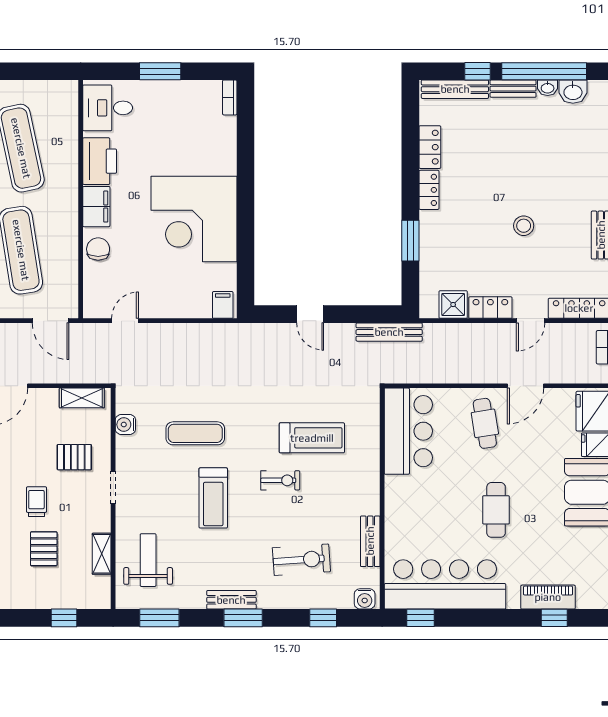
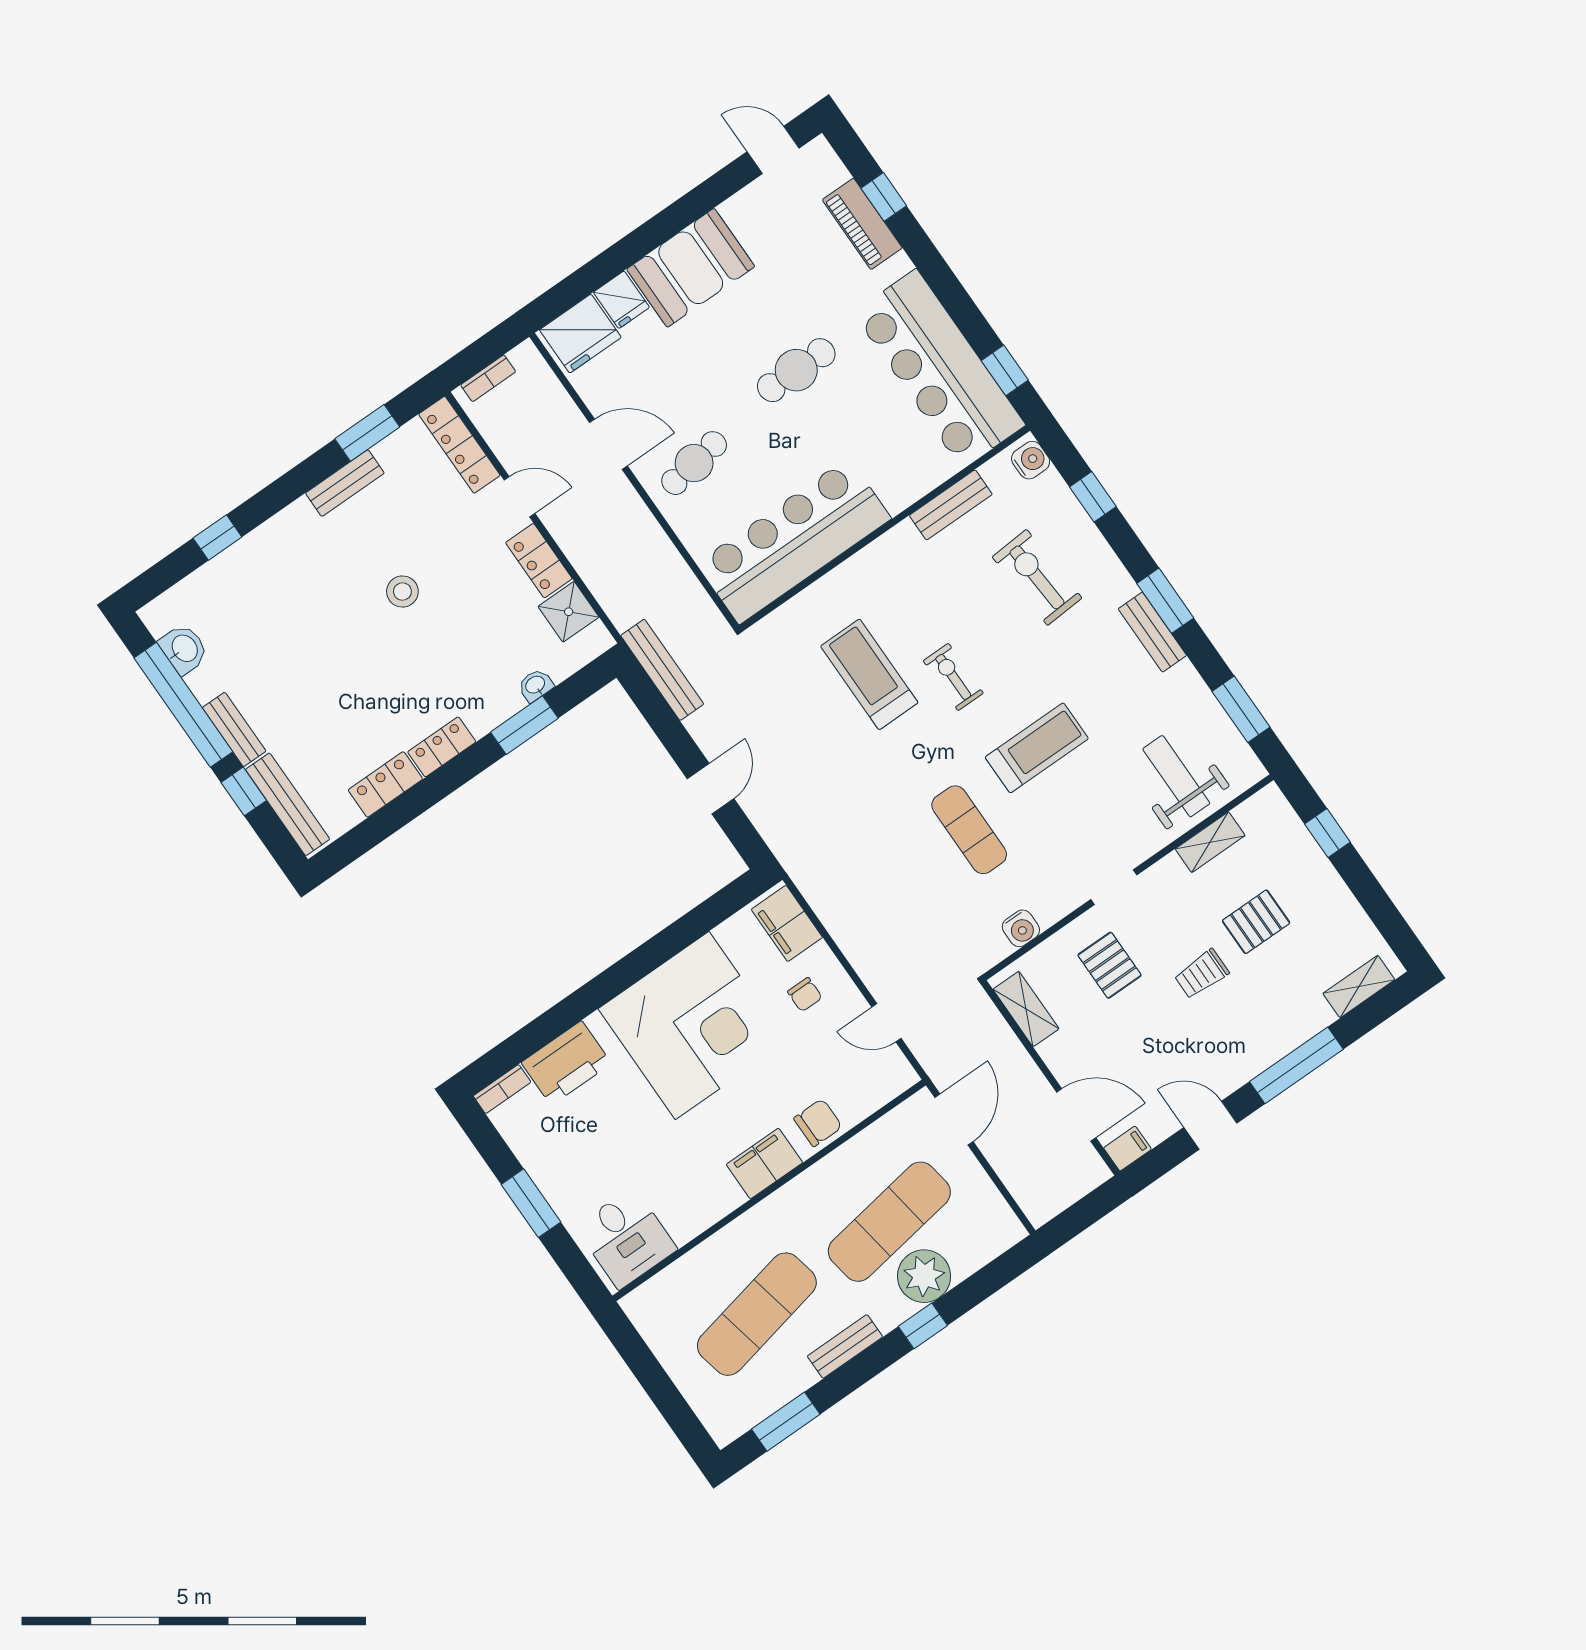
washbasin: (548, 88) -> (536, 685), moved, turned -90
printer: (100, 161) -> (566, 1063), moved, turned 180
chair: (98, 249) -> (818, 1123), turned 180
chair: (169, 289) -> (805, 995), added
filing cabinet: (223, 305) -> (787, 923), width x2.00
bar counter: (408, 431) -> (794, 541), width x1.36
weight bench: (148, 560) -> (1176, 776), turned 90

